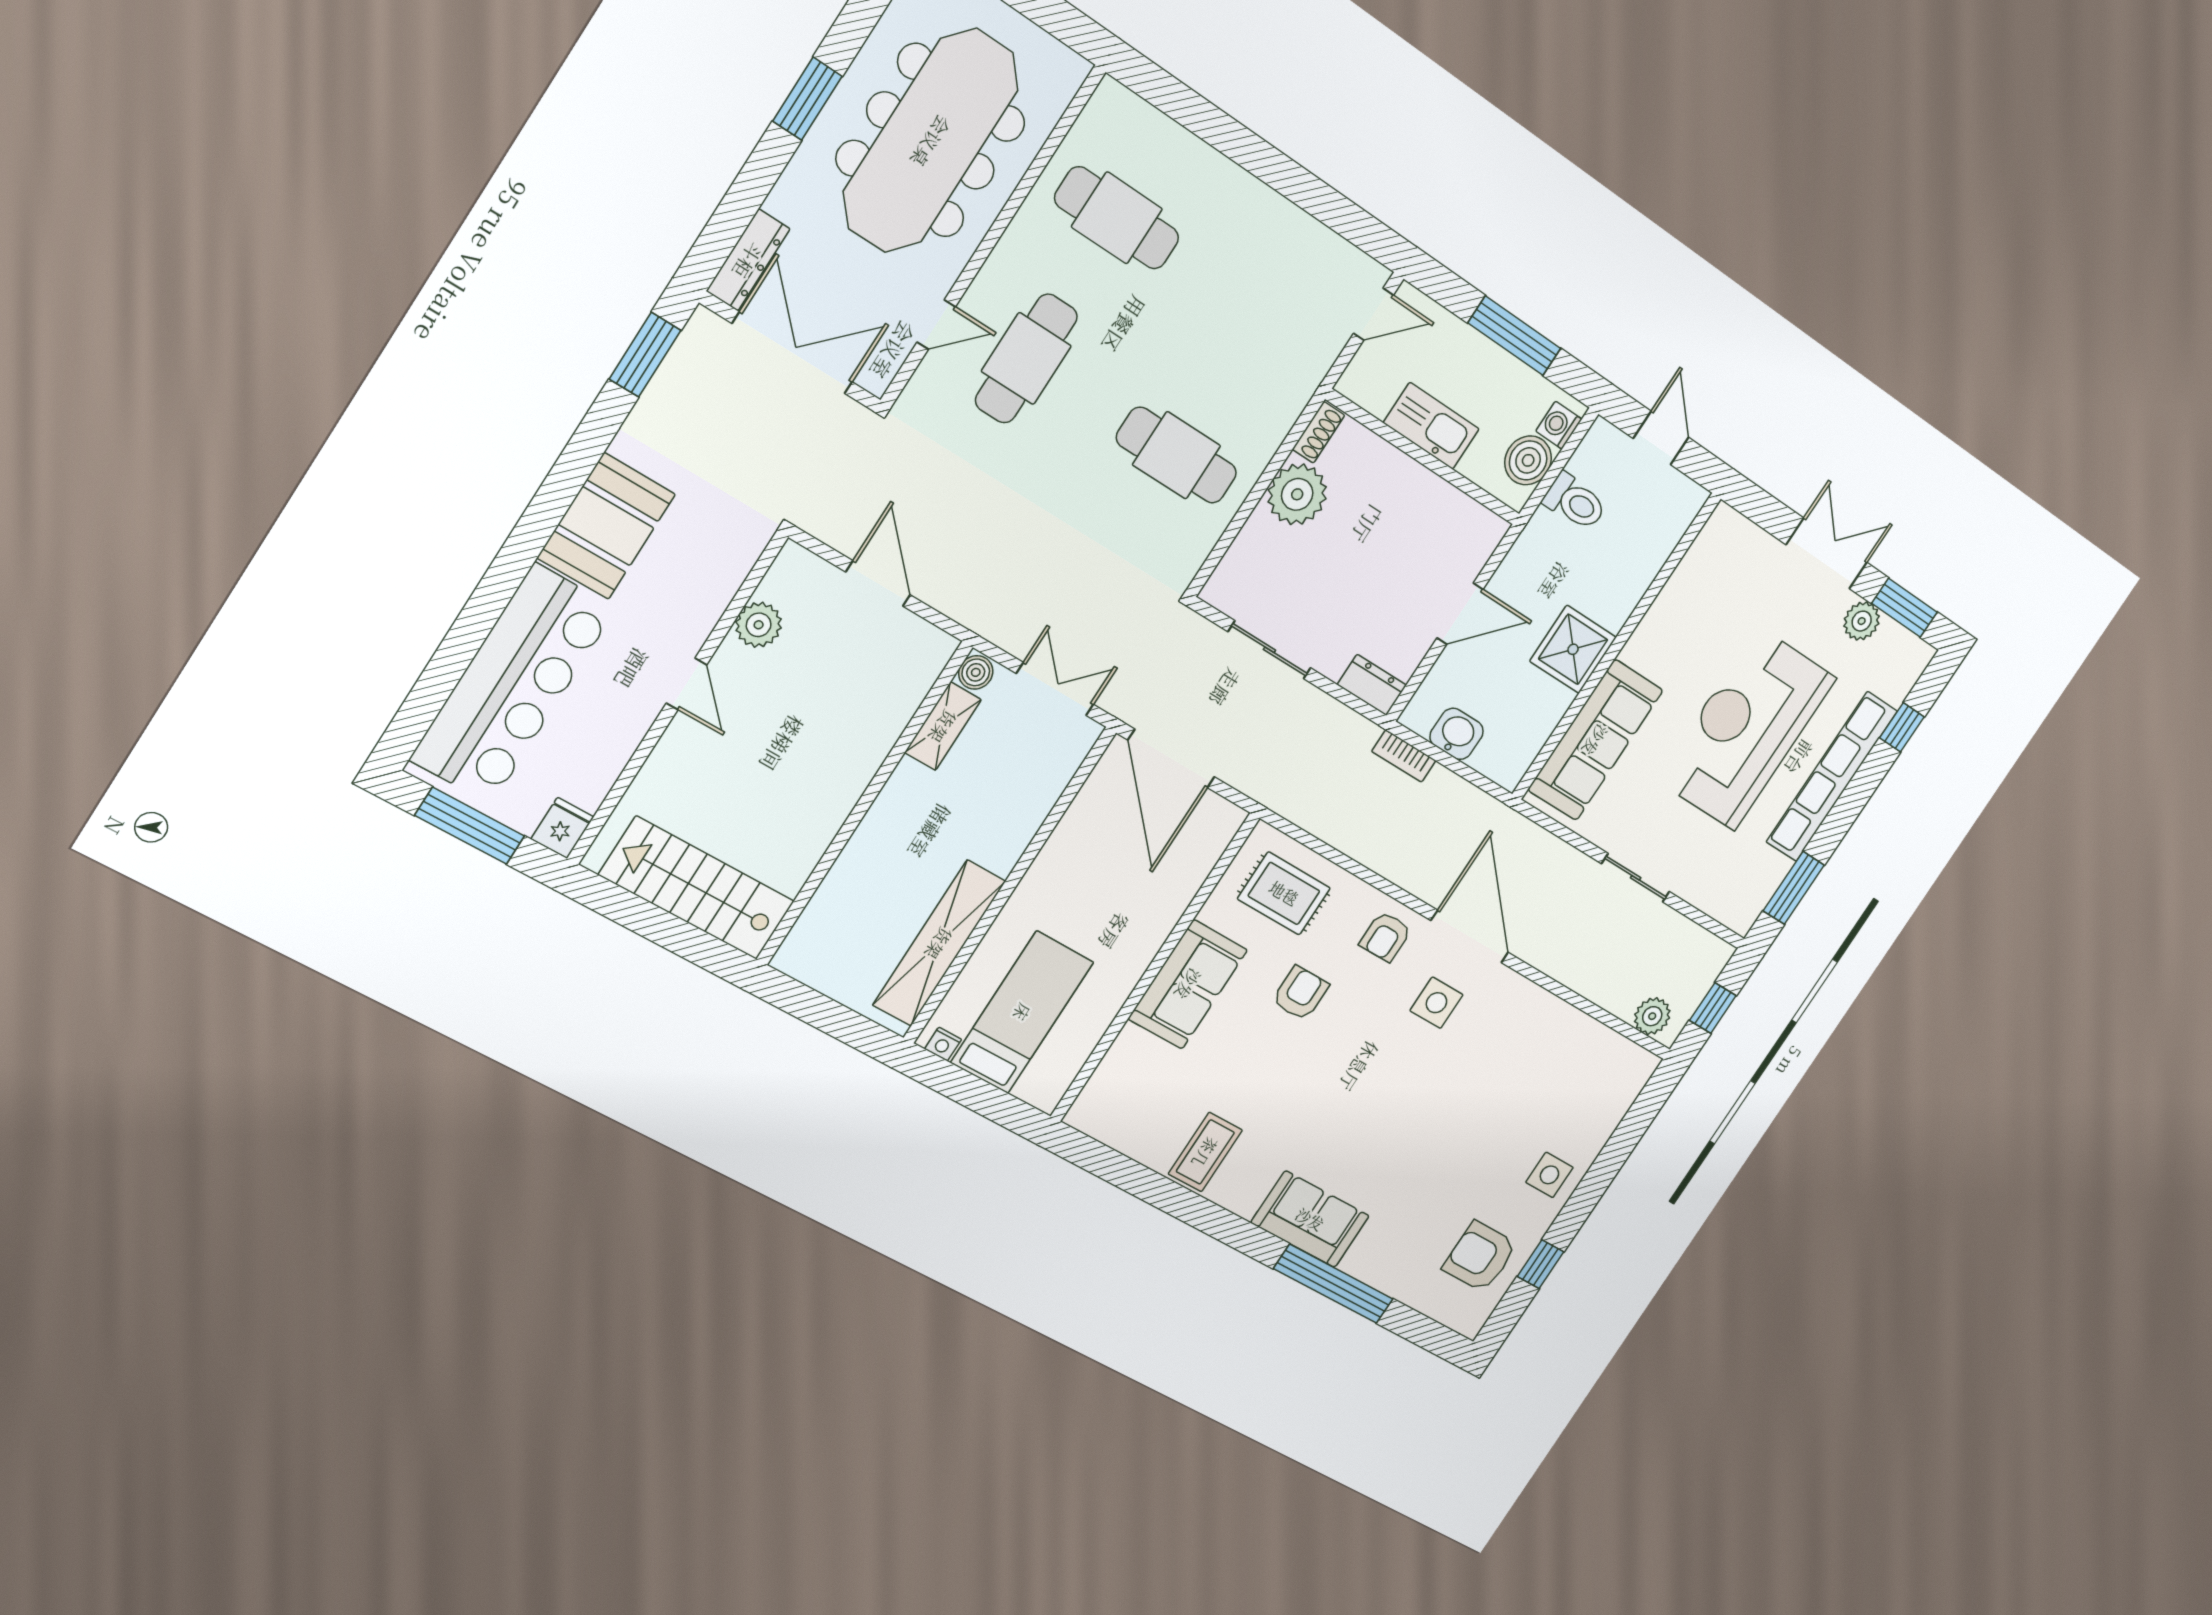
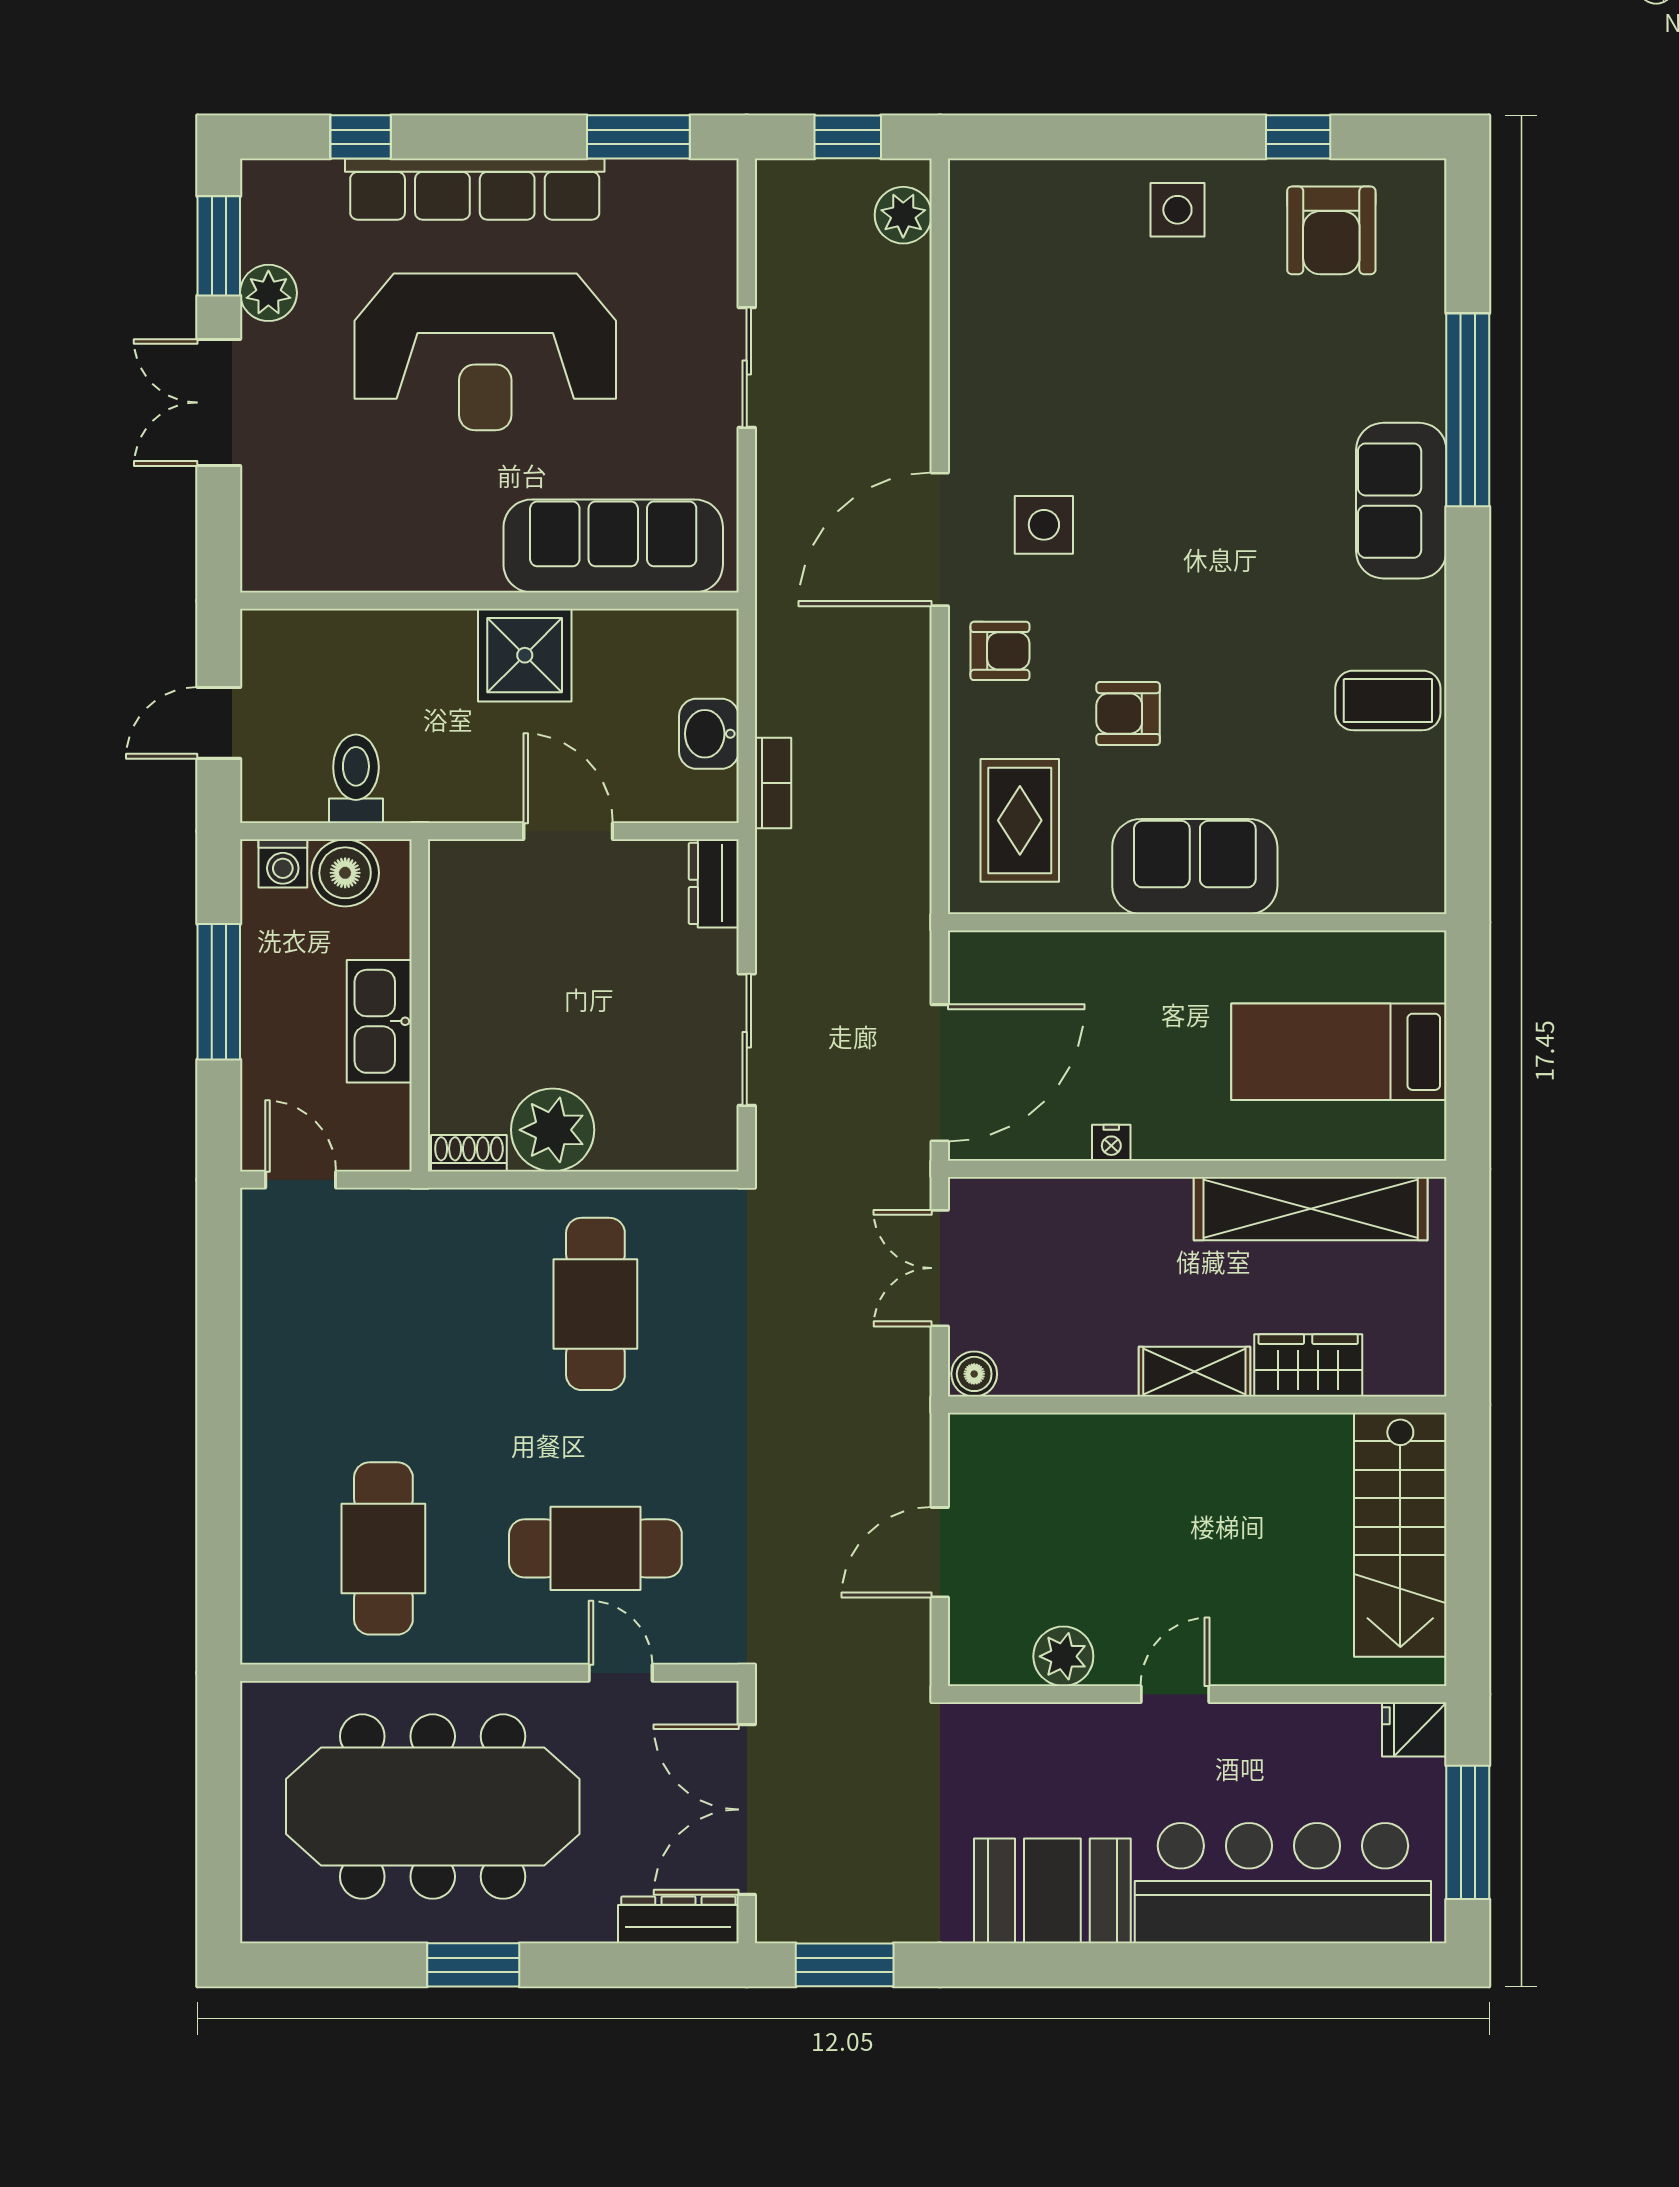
shelving: (943, 726) -> (1194, 1372), moved
wardrobe: (843, 888) -> (1308, 1365), added
nightstand: (943, 1044) -> (1111, 1143), moved, turned 90

